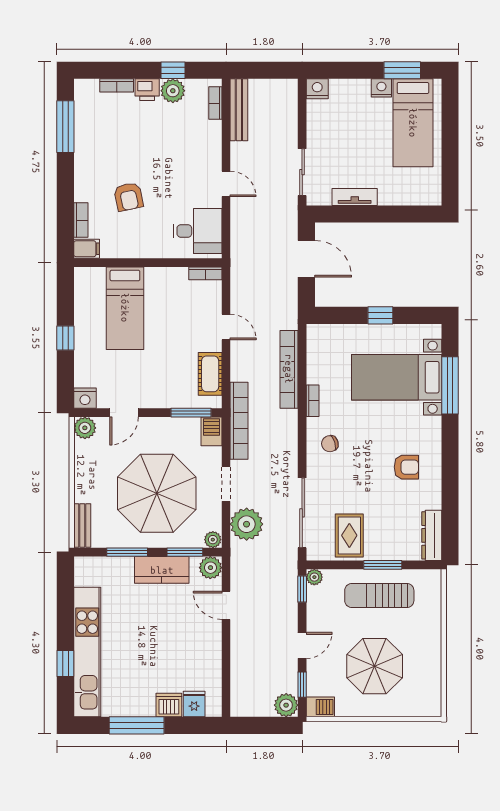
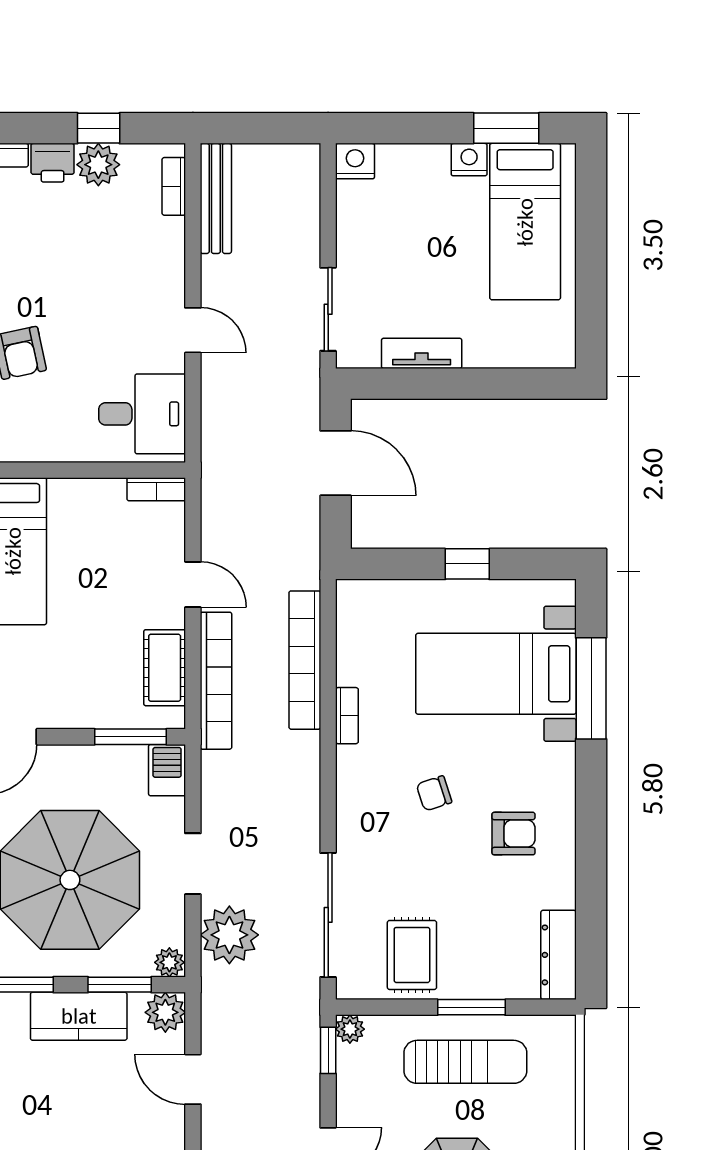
bookcase: (239, 421) -> (216, 681), moved
chair: (330, 444) -> (434, 793), moved
sun lounger: (379, 596) -> (465, 1062), turned 180

